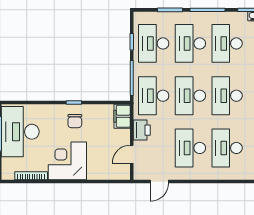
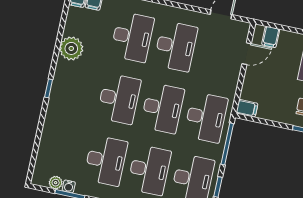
filing cabinet: (122, 116) -> (247, 108), width x0.50
printer: (142, 130) -> (229, 80), removed
filing cabinet: (115, 172) -> (271, 37), added

